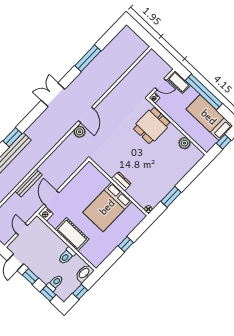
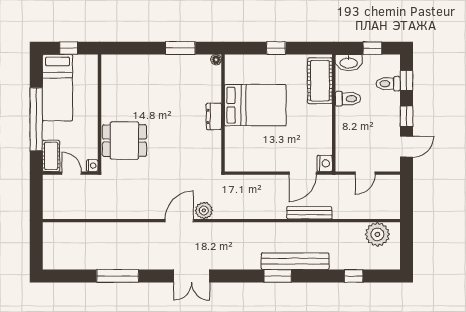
plant: (184, 143) -> (110, 88), removed
cot: (72, 234) -> (320, 81), moved

